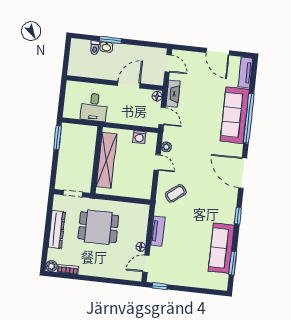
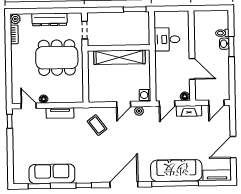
washing machine: (139, 137) -> (145, 95), moved
dining table: (98, 227) -> (57, 58), width x1.37

